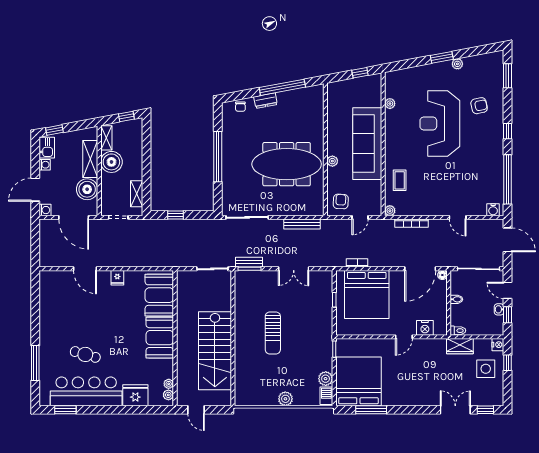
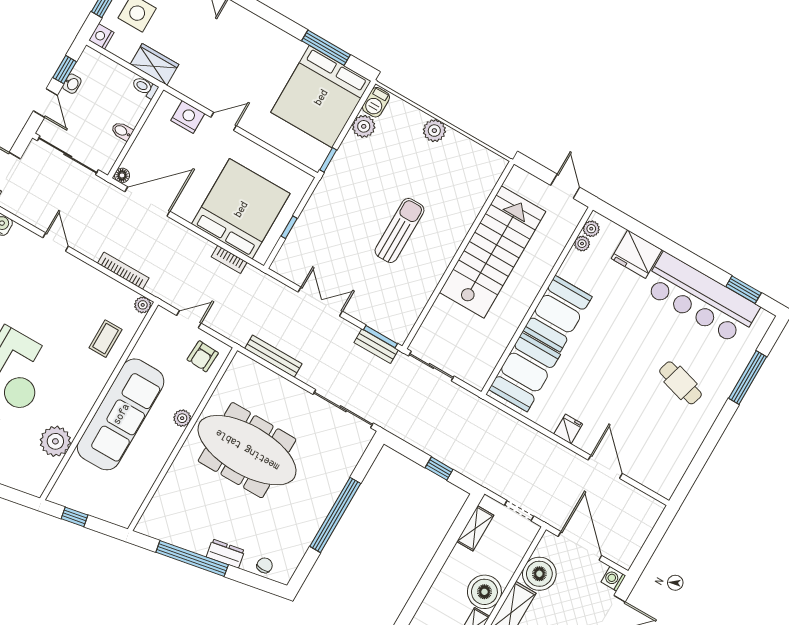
plant: (390, 104) -> (55, 441), width x1.88, depth x1.88
cafe table: (85, 354) -> (681, 383), moved

